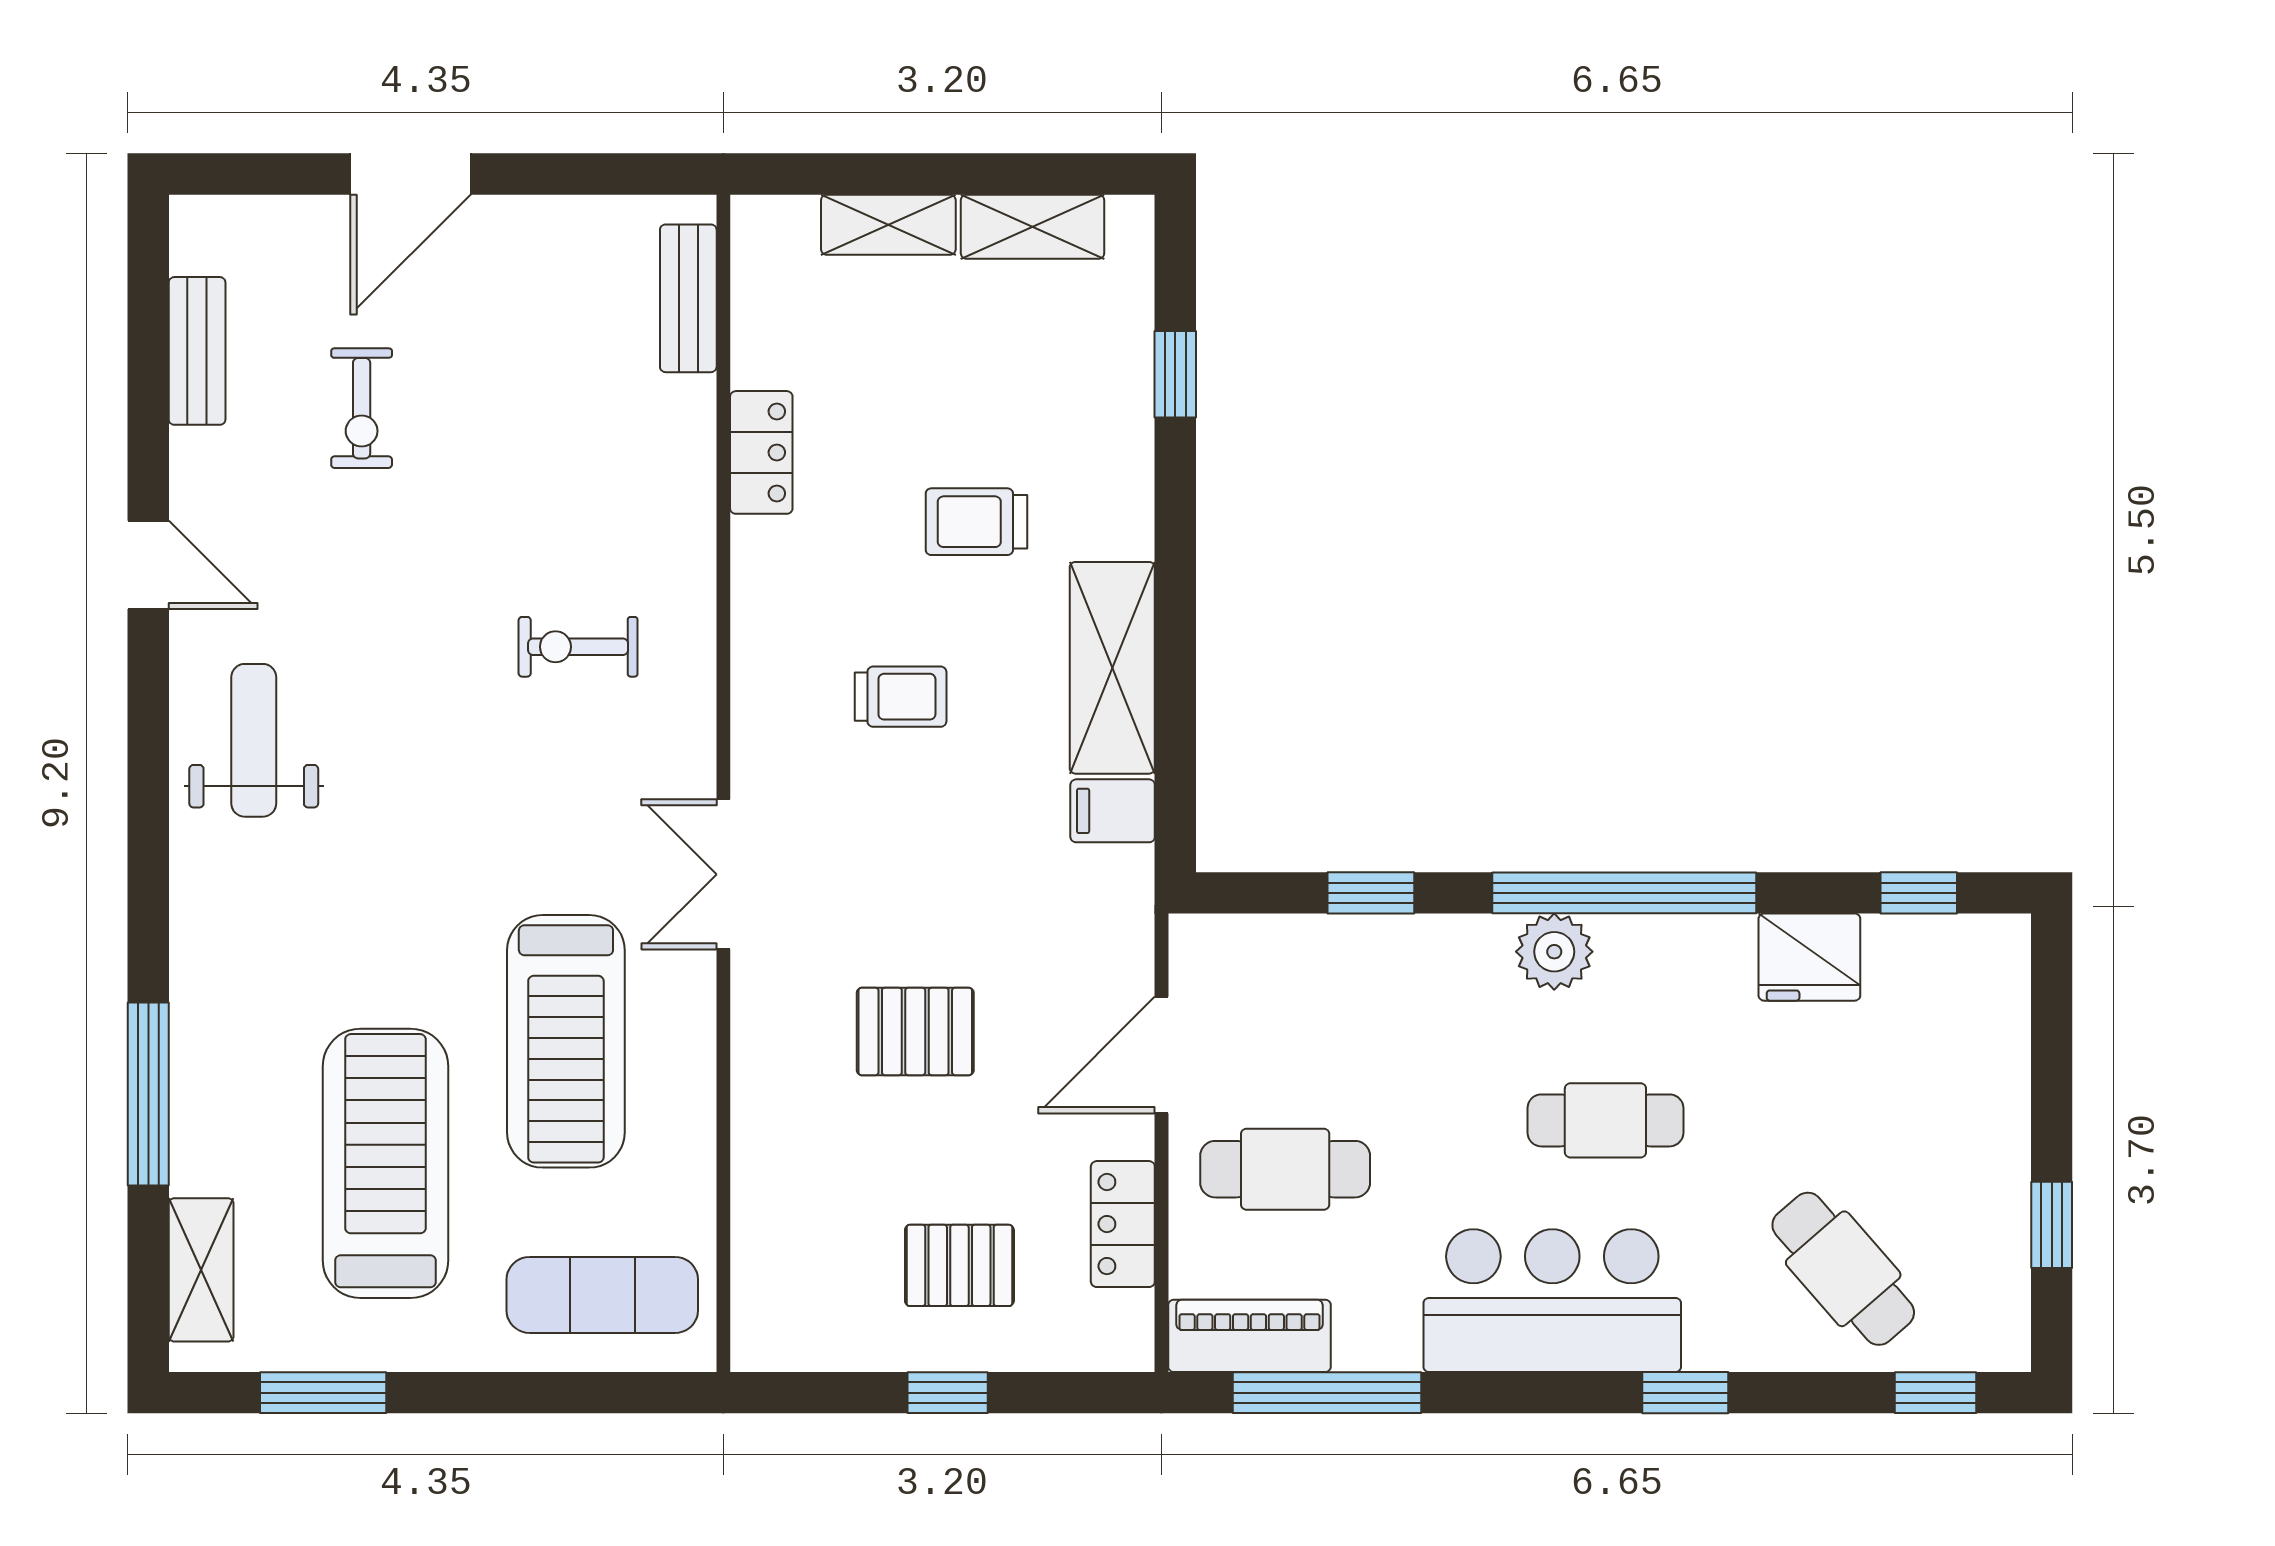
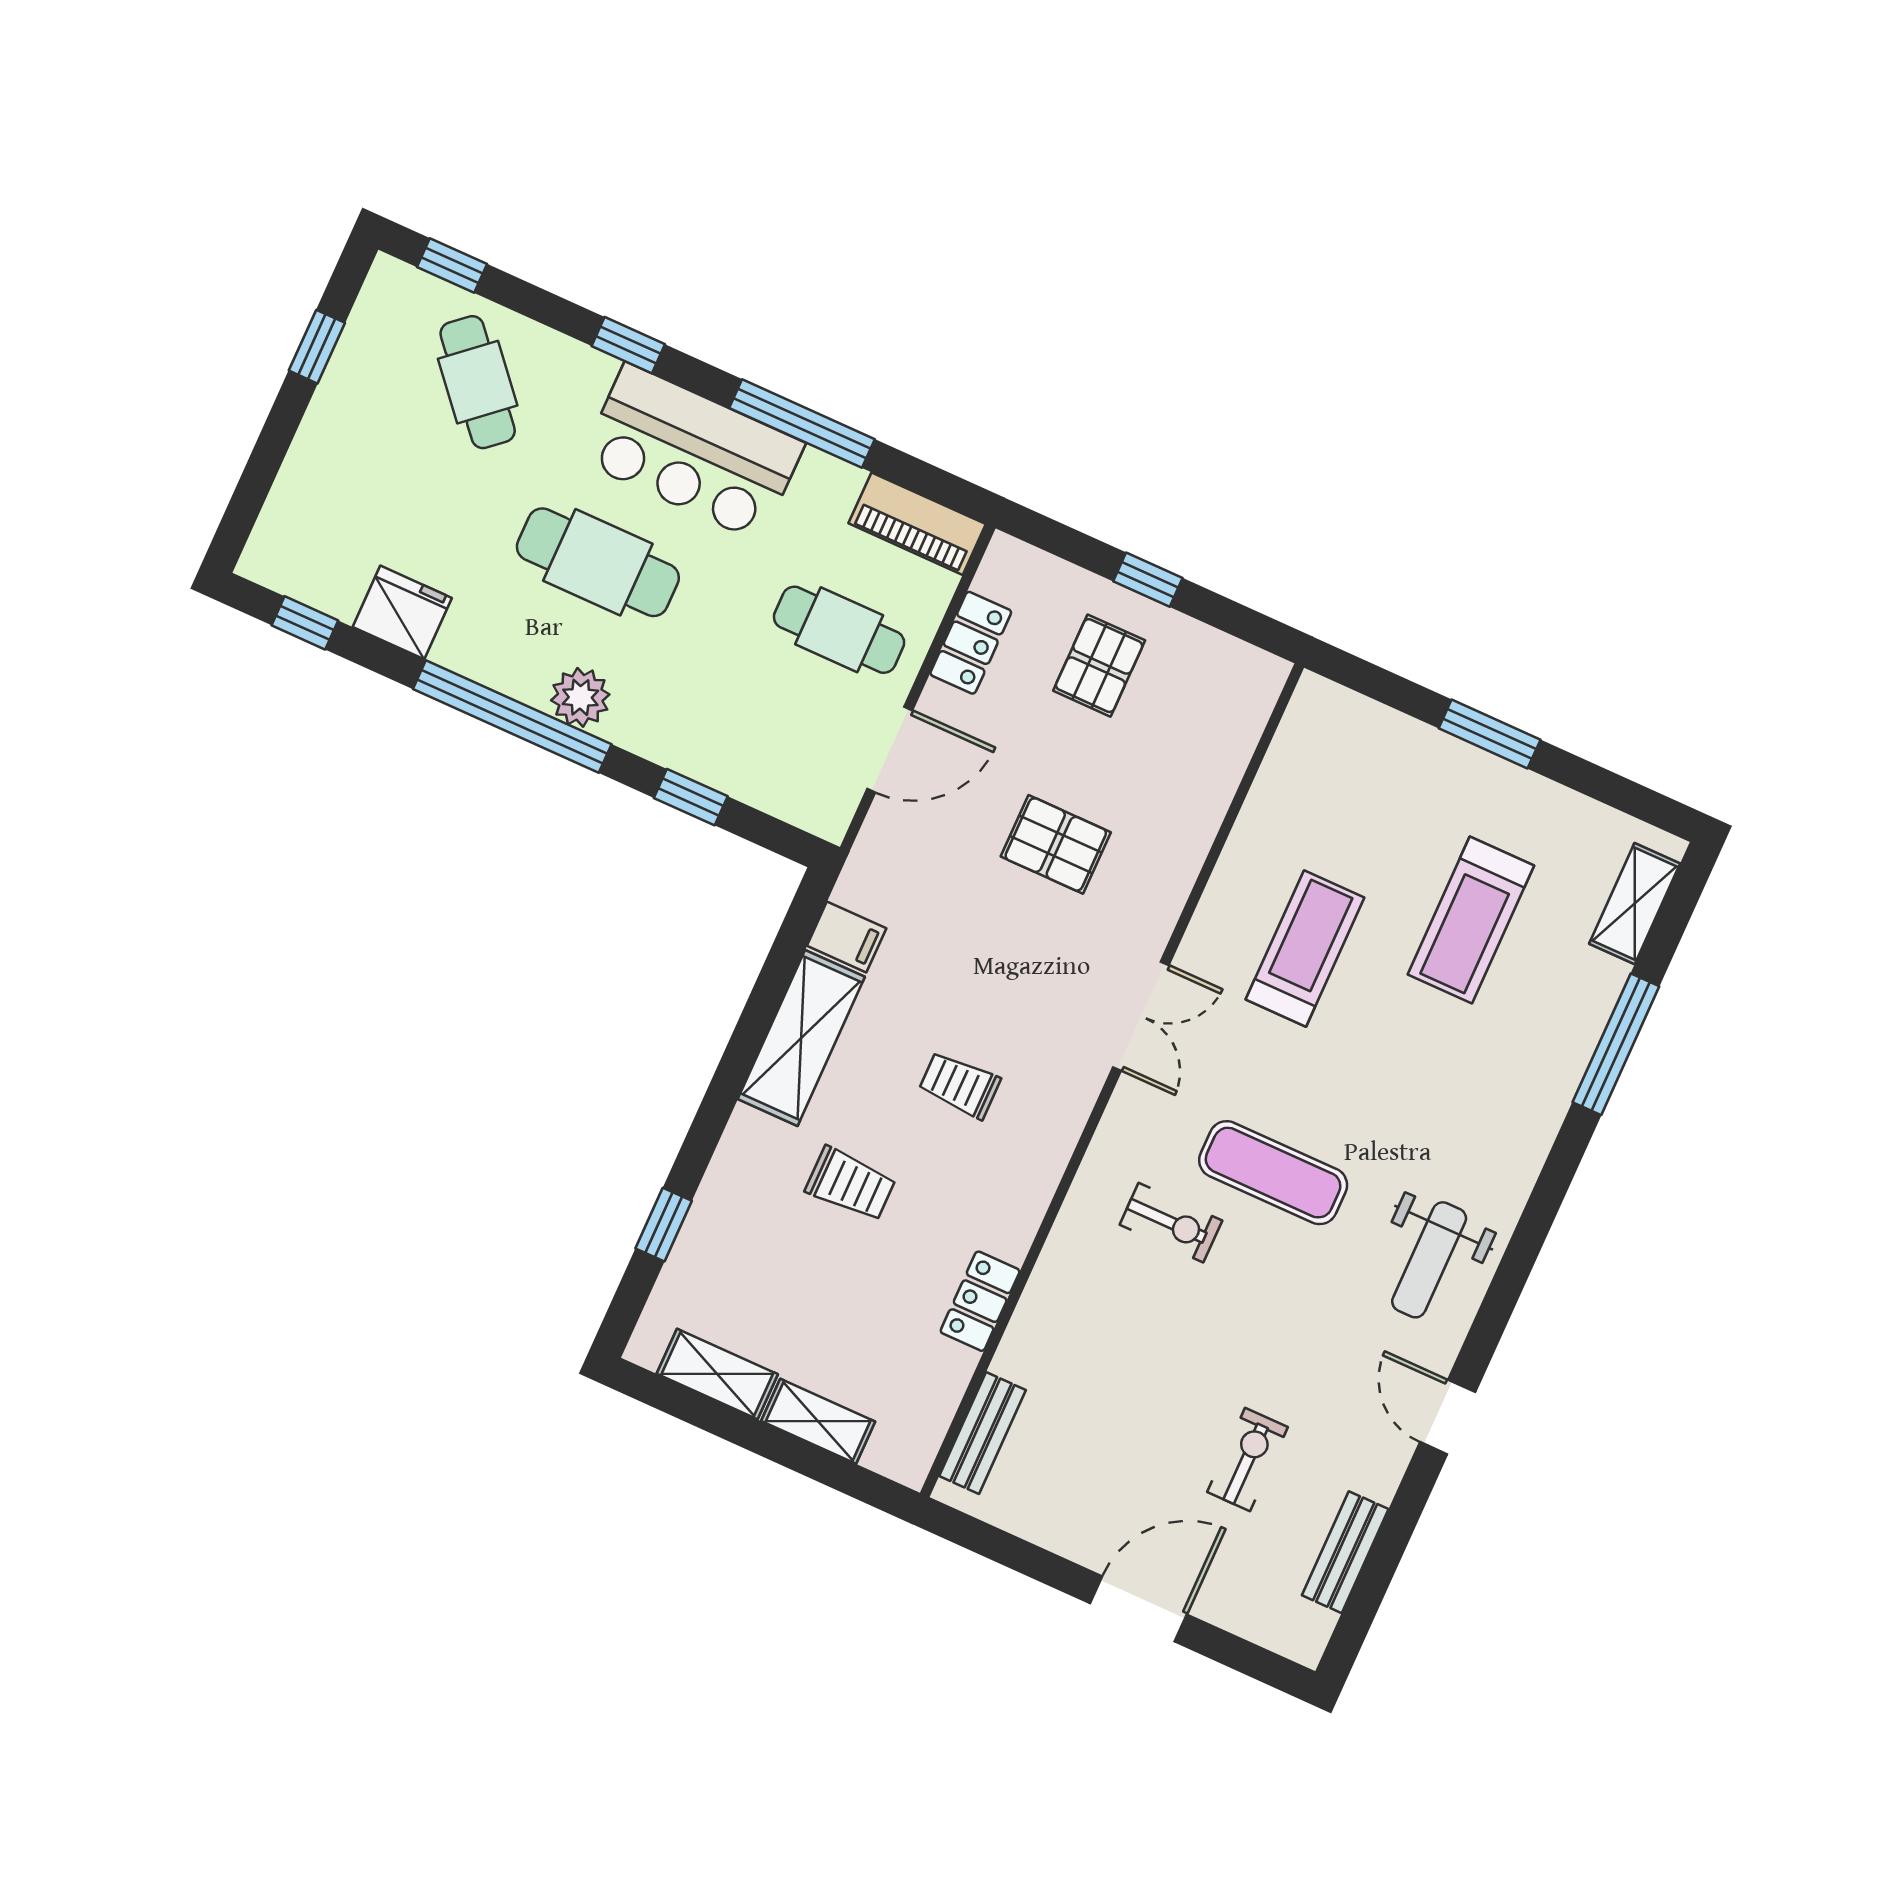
treadmill: (566, 1041) -> (1305, 949), width x0.73, depth x0.73
cafe table: (1605, 1120) -> (598, 562), width x1.37, depth x1.35
treadmill: (385, 1163) -> (1471, 920), width x0.73, depth x0.73
pallet: (959, 1265) -> (1099, 666), turned 90
exercise mat: (602, 1295) -> (1273, 1173), moved
window: (323, 1393) -> (1490, 734), moved
window: (1327, 1393) -> (802, 424), moved

